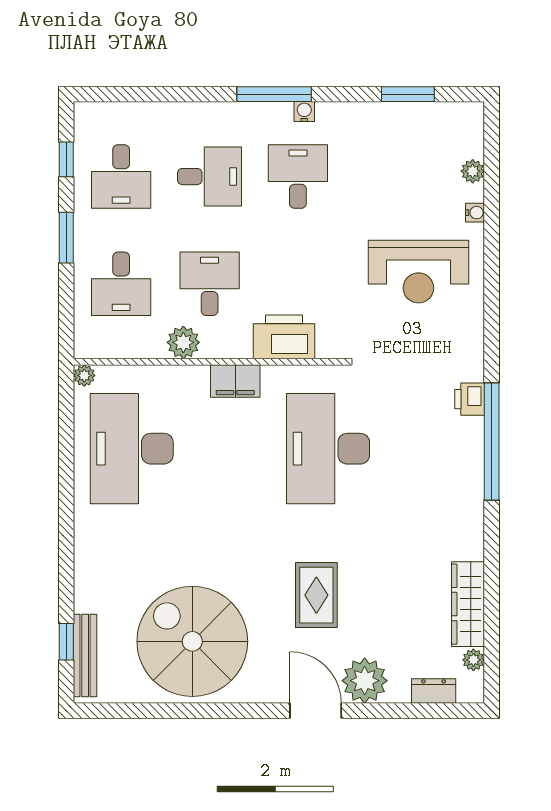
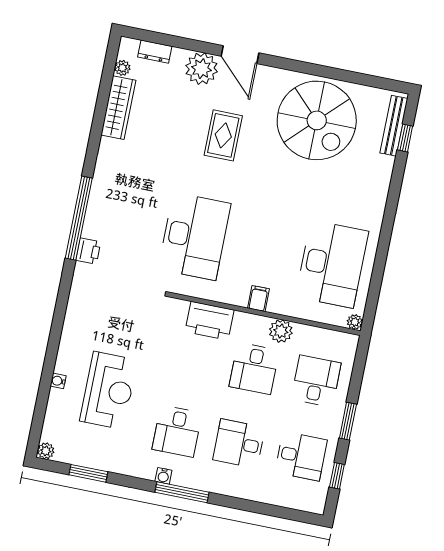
plant: (473, 171) -> (46, 451), moved
desk: (121, 177) -> (301, 456), turned 90
reception desk: (418, 272) -> (109, 390), moved, turned 90
filing cabinet: (235, 381) -> (258, 298), width x0.50

